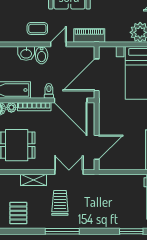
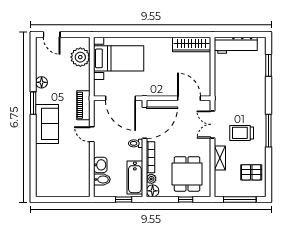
coffee table: (37, 28) -> (77, 154), removed
bidet: (42, 55) -> (102, 179), moved

